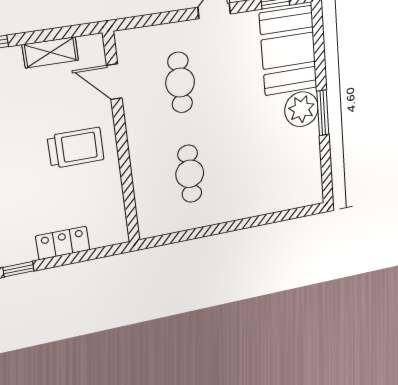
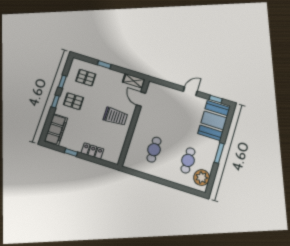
shelving: (50, 52) -> (134, 81), moved
cafe table: (180, 83) -> (188, 160), moved
plant: (301, 109) -> (202, 178), moved

